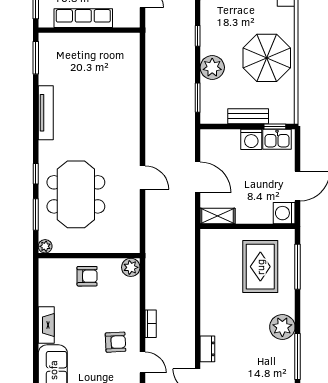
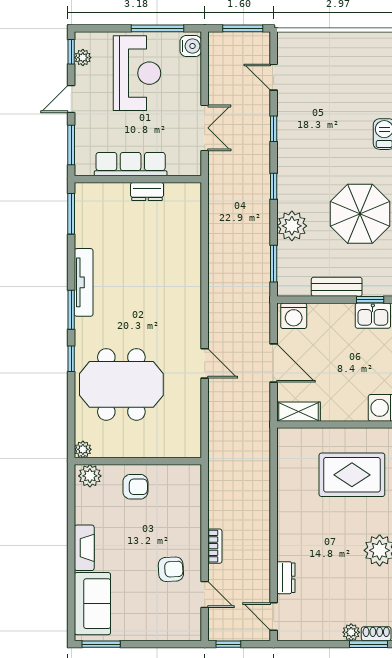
dresser: (96, 40) -> (147, 191), added
washing machine: (251, 139) -> (294, 316), moved
meeting table: (76, 194) -> (121, 384), turned 90
window: (36, 214) -> (71, 310), moved
plant: (131, 267) -> (90, 476), moved
rug: (260, 267) -> (352, 475), turned 90

